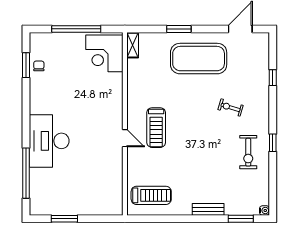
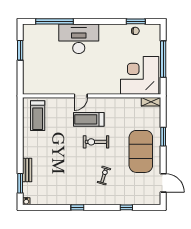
corner desk: (104, 53) -> (140, 75), width x1.36, depth x1.36
exercise bike: (248, 152) -> (96, 142), moved
bench: (208, 209) -> (27, 170), moved

